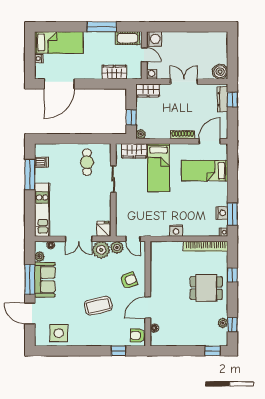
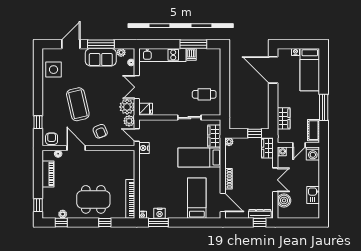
kitchen sink: (201, 39) -> (313, 195), added
boiler: (220, 72) -> (284, 200), moved
window: (131, 118) -> (255, 133), moved
dishwasher: (41, 162) -> (191, 54), moved
nightstand: (176, 231) -> (144, 148), moved
door: (133, 239) -> (137, 135), hinge flipped
dining table: (206, 288) -> (93, 199), width x1.38
coffee table: (98, 306) -> (78, 104), width x1.36, depth x1.32
piano: (177, 339) -> (48, 174), added

